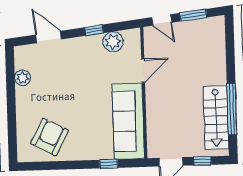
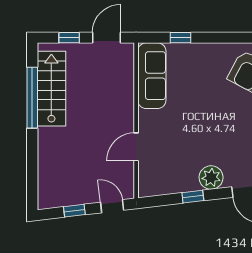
window: (193, 15) -> (74, 211), width x0.67
plant: (113, 42) -> (211, 178), moved
sofa: (128, 121) -> (152, 76), width x0.74, depth x0.79

